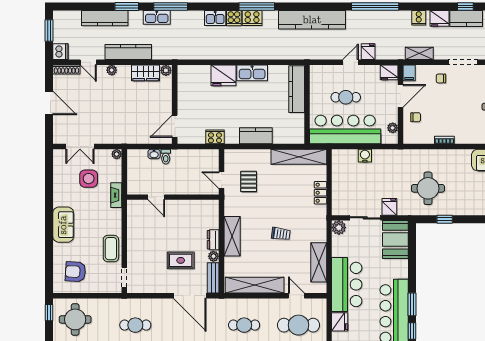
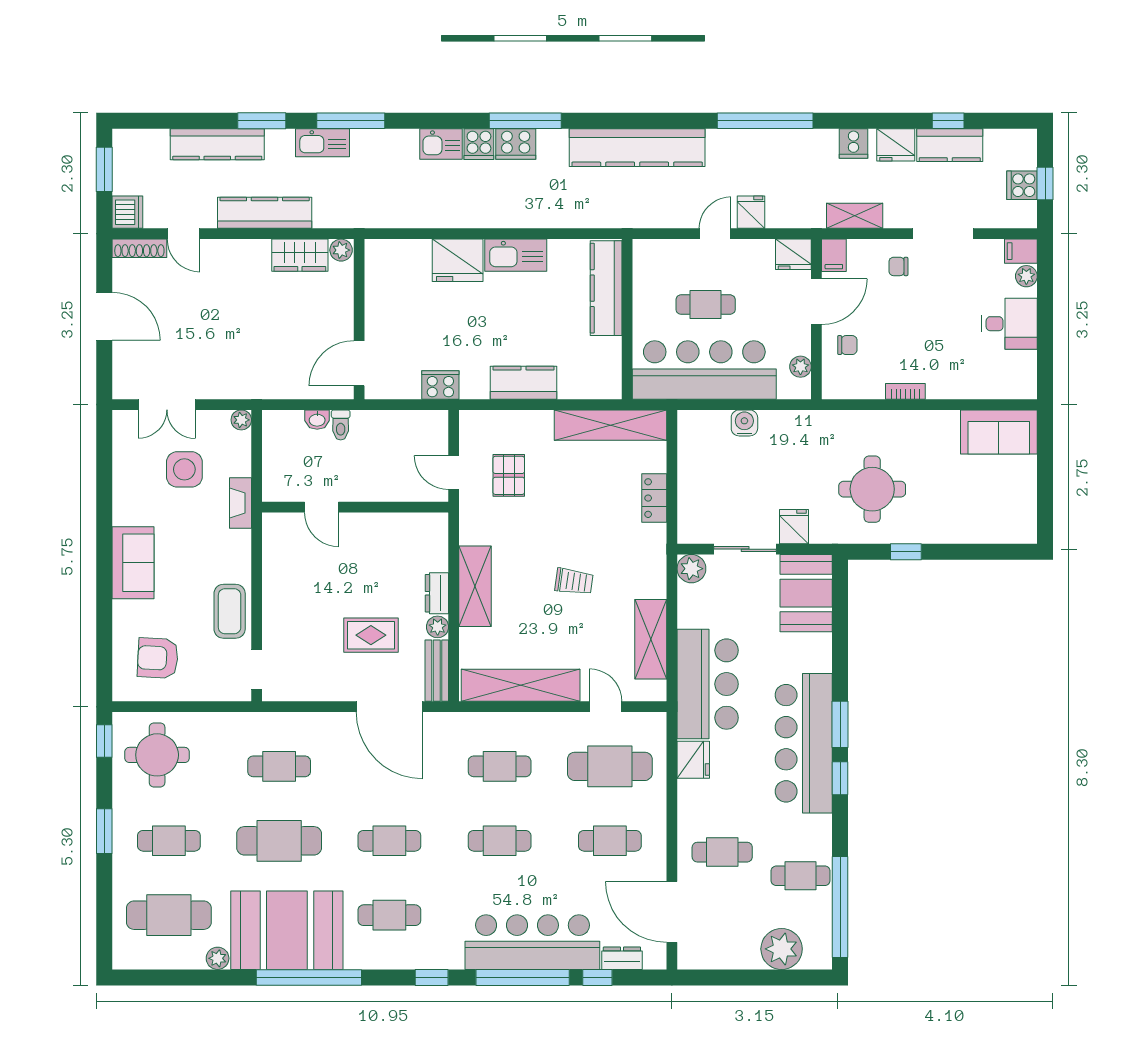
plant: (112, 70) -> (231, 250), removed

